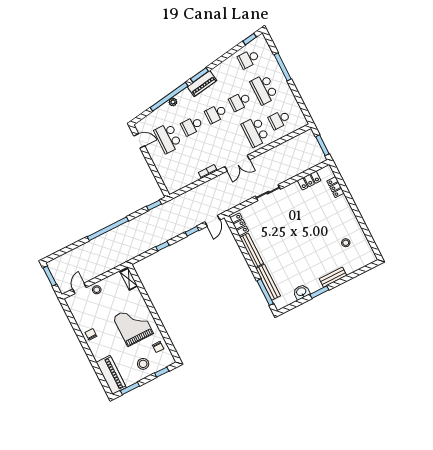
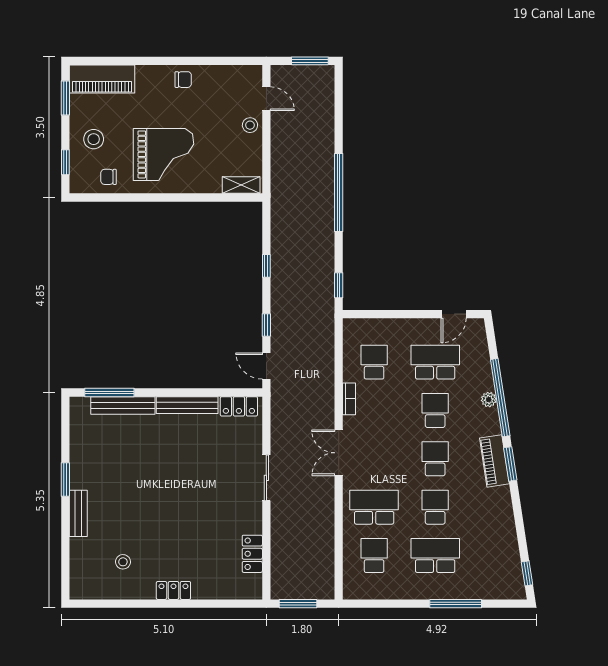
school desk: (249, 59) -> (374, 362), moved
locker: (335, 187) -> (173, 590), moved
washbasin: (301, 292) -> (80, 451), removed

